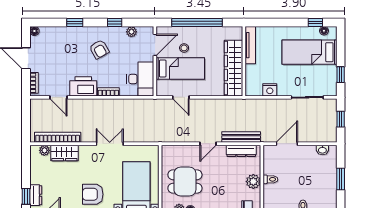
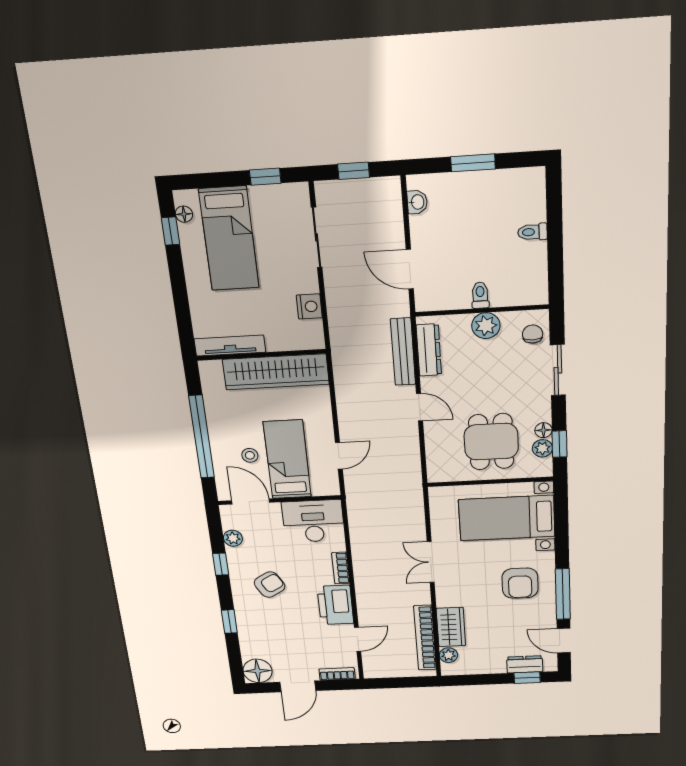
floor lamp: (34, 31) -> (258, 671), width x1.89, depth x1.89

